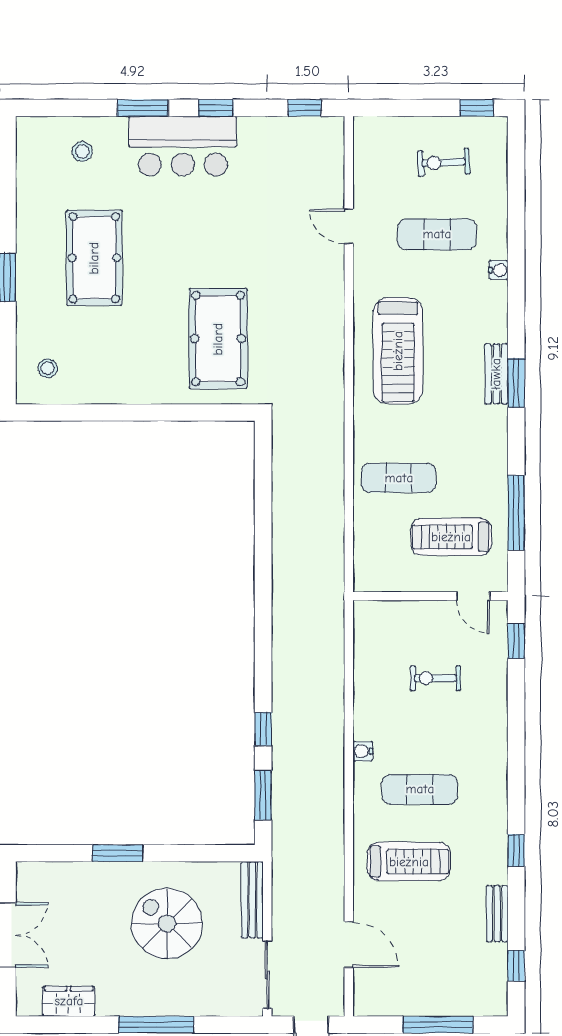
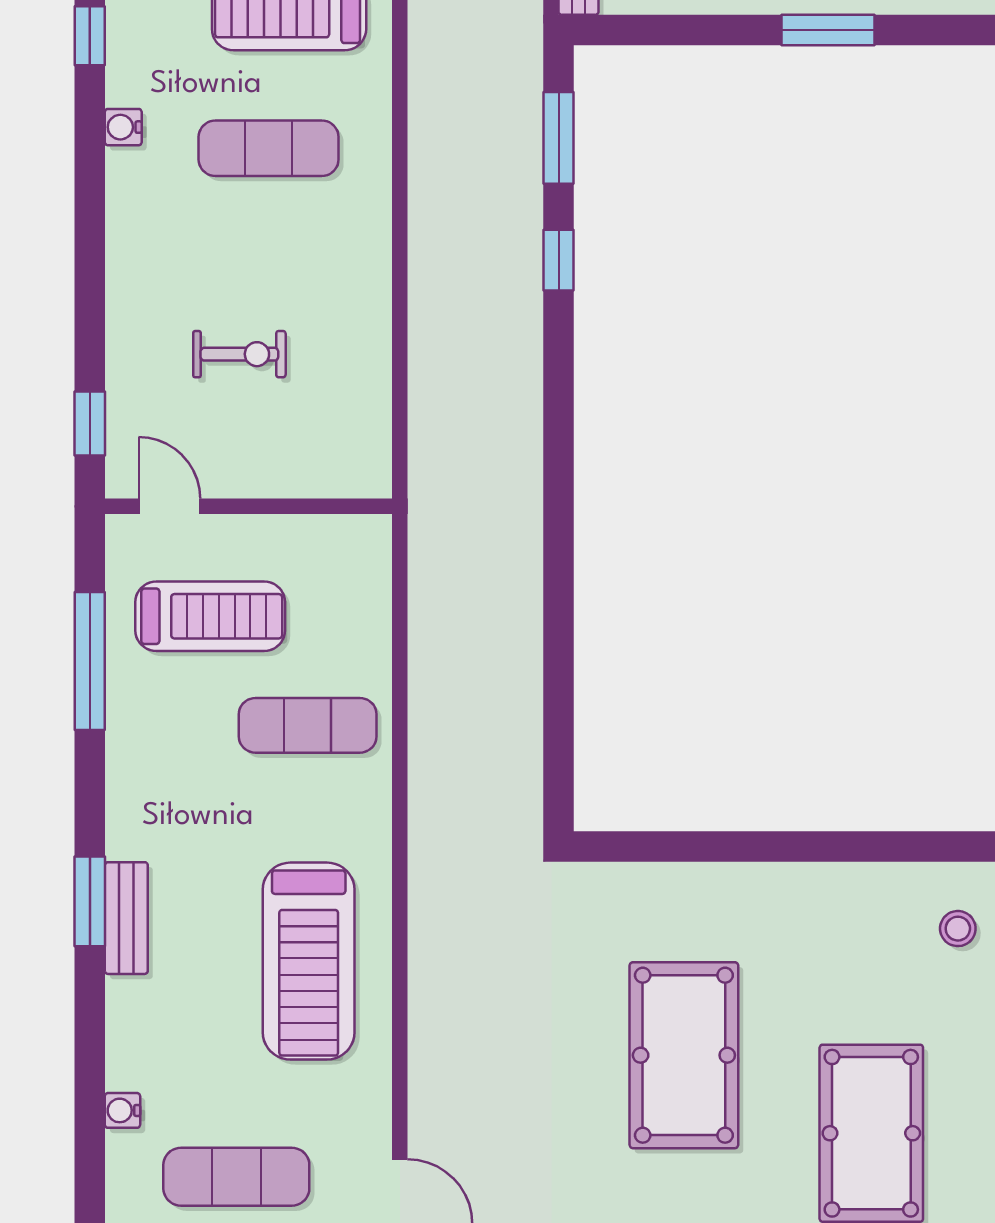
pool table: (218, 339) -> (684, 1055), moved
treadmill: (398, 351) -> (309, 961), turned 180
water cooler: (363, 751) -> (123, 127), moved, turned 180

